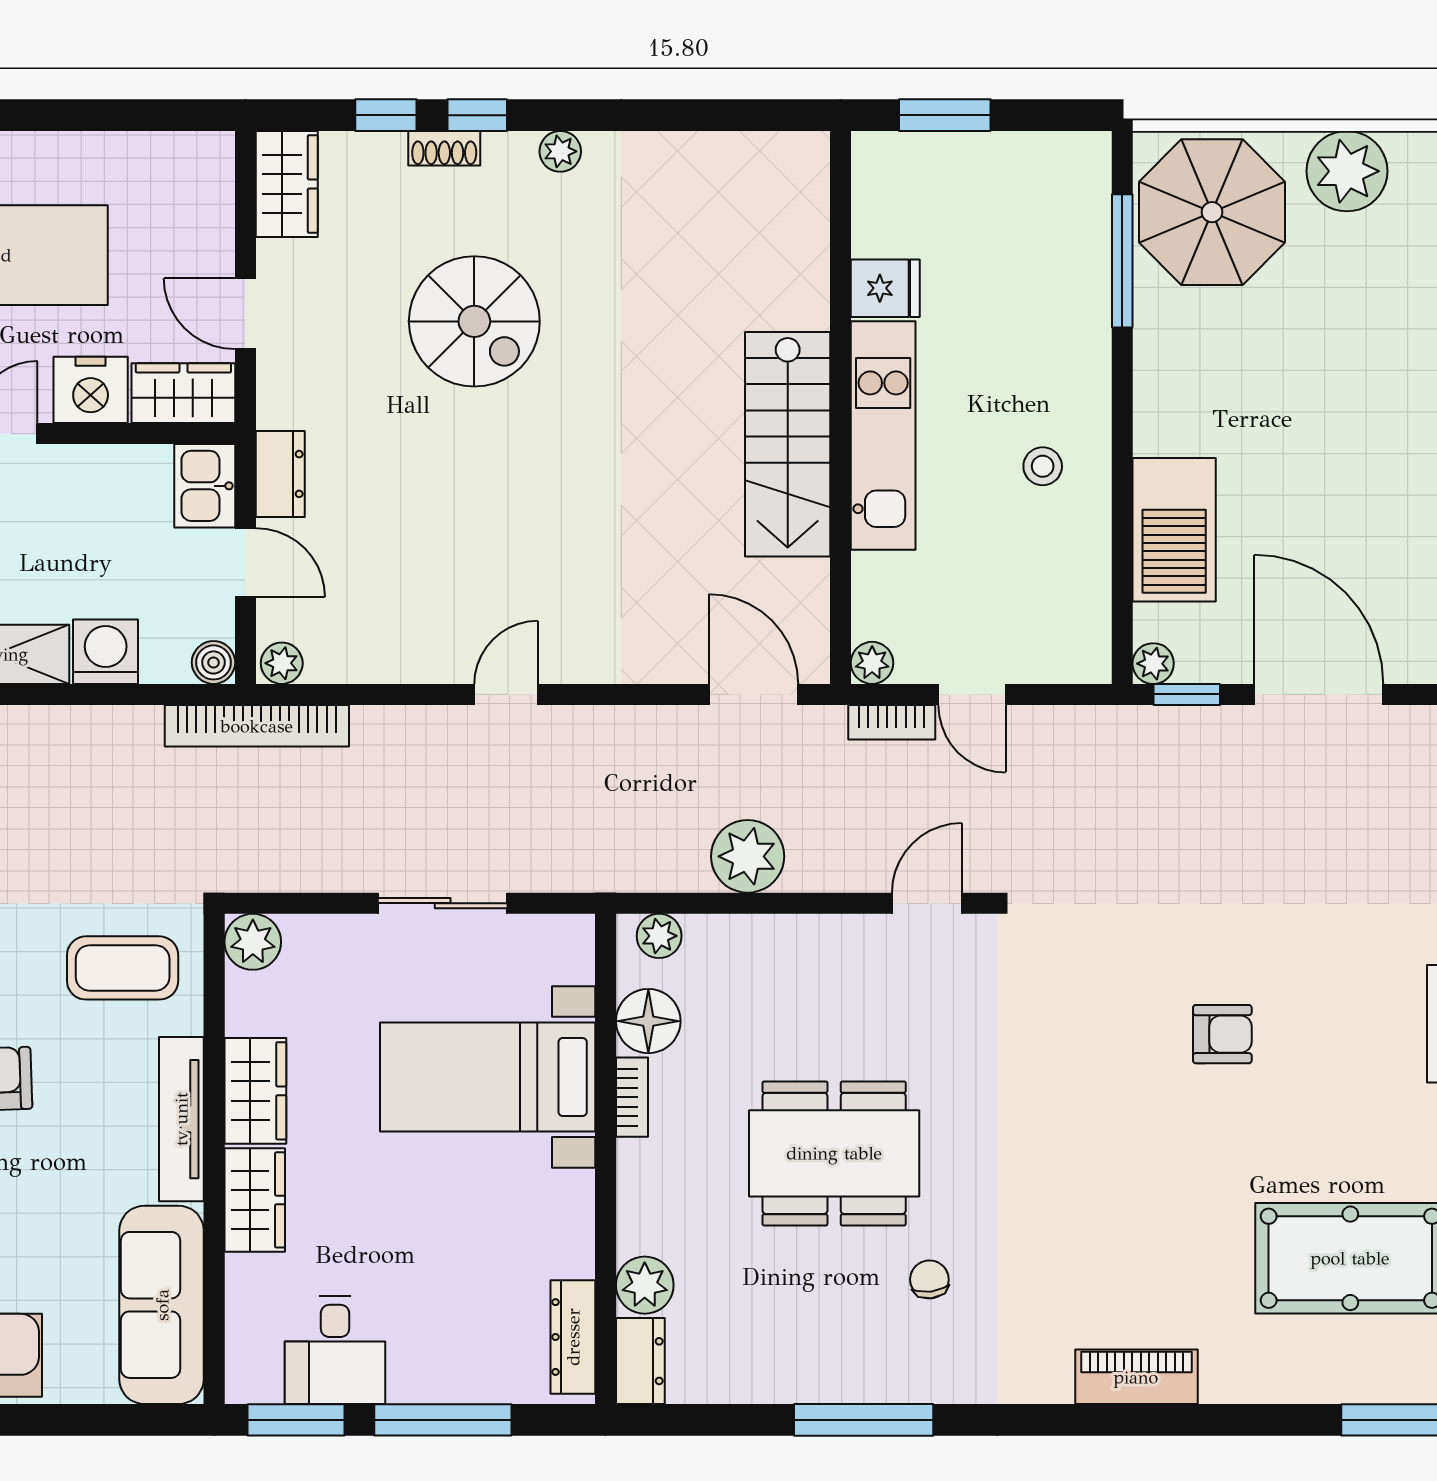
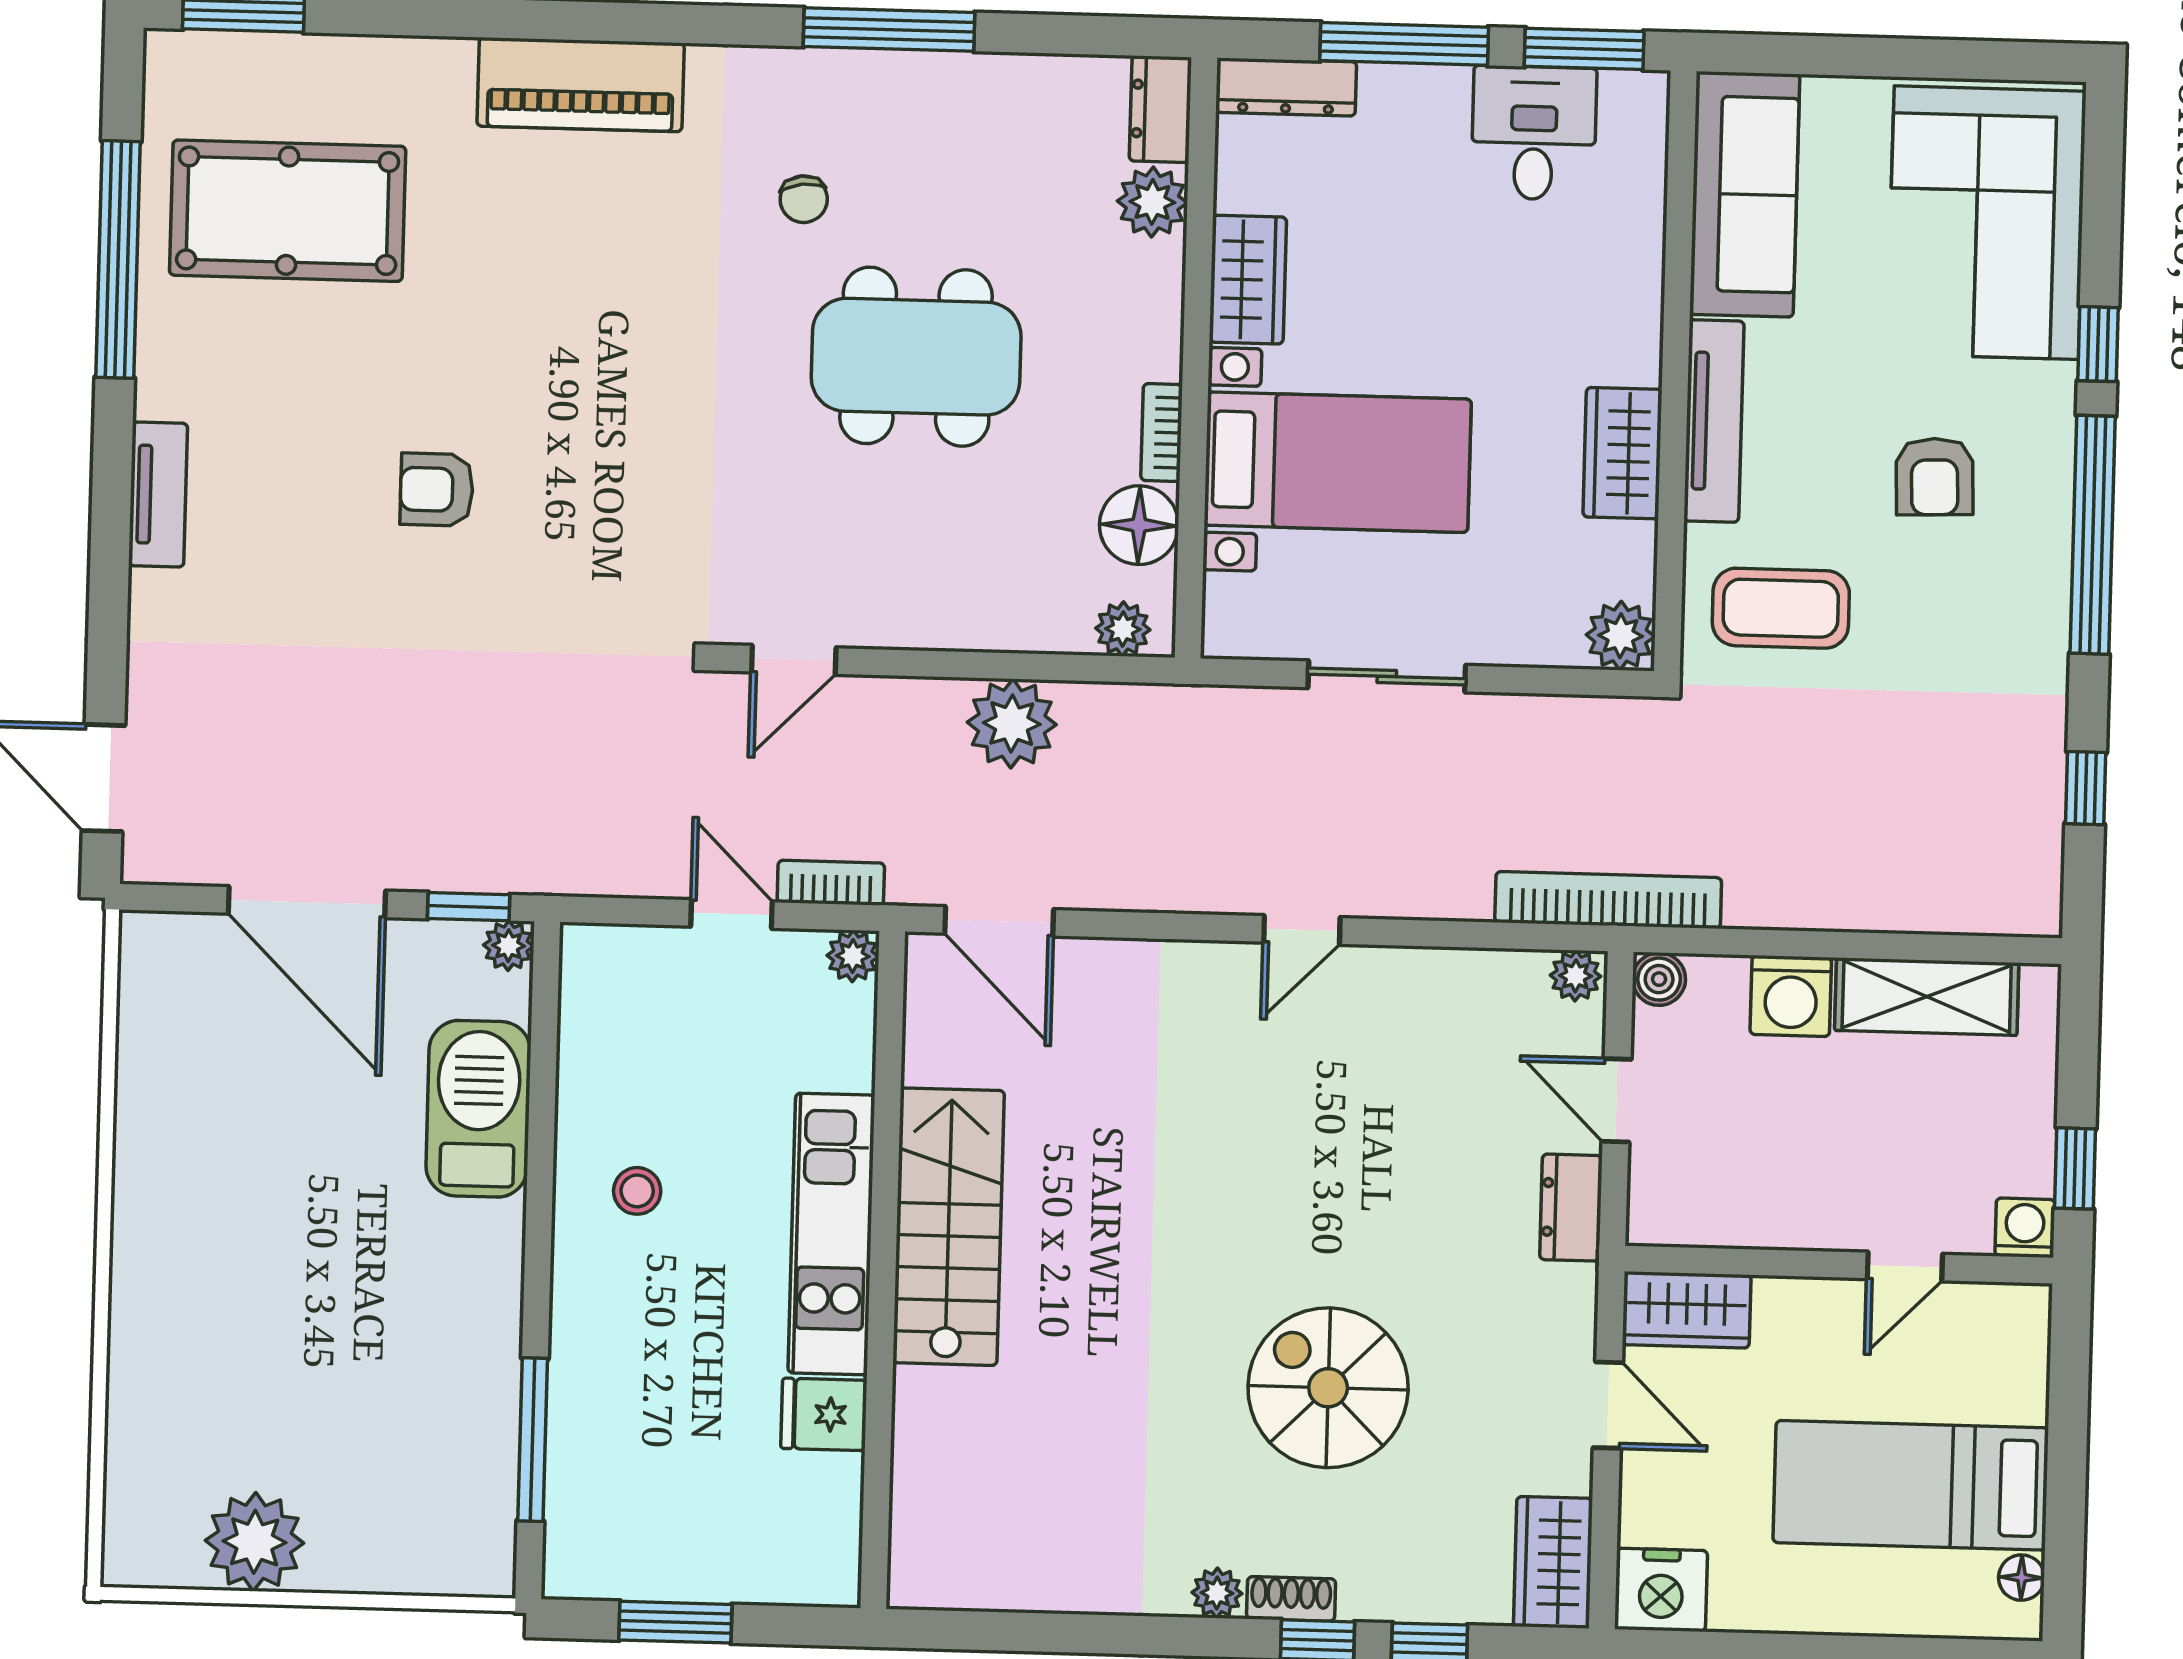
window: (945, 115) -> (675, 1622), moved
shoe rack: (444, 148) -> (1291, 1599), moved
parasol: (1212, 212) -> (421, 1496), removed
nightstand: (91, 390) -> (1661, 1590), moved, turned 180
kitchen sink: (205, 486) -> (1664, 1196), removed
wardrobe: (255, 1200) -> (1248, 280), moved, turned 180
dresser: (573, 1337) -> (1286, 87), moved, turned 90
piano: (1136, 1377) -> (581, 85), width x1.37, depth x1.33

